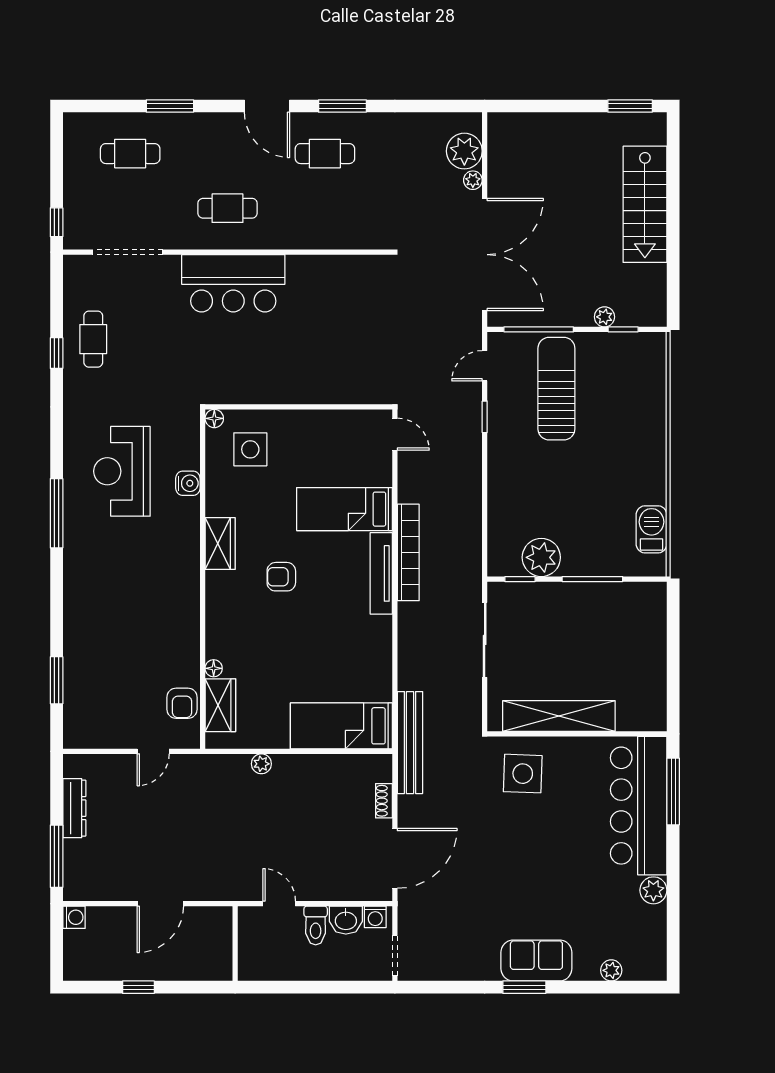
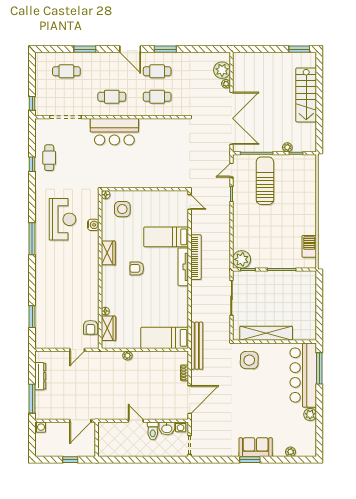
cafe table: (325, 208) -> (157, 97), added
reception desk: (122, 471) -> (63, 219), turned 180
plant: (541, 557) -> (242, 259), moved
wall: (235, 944) -> (97, 439), moved

